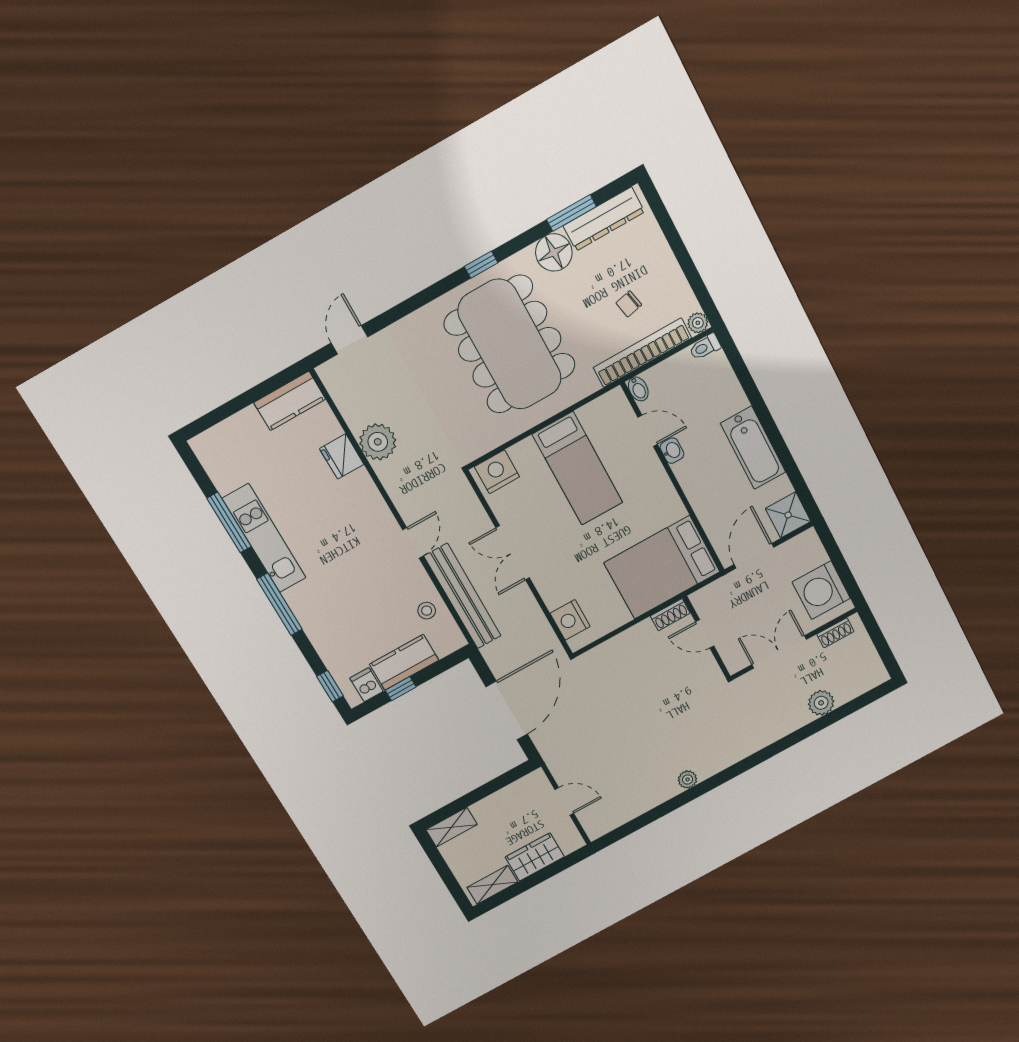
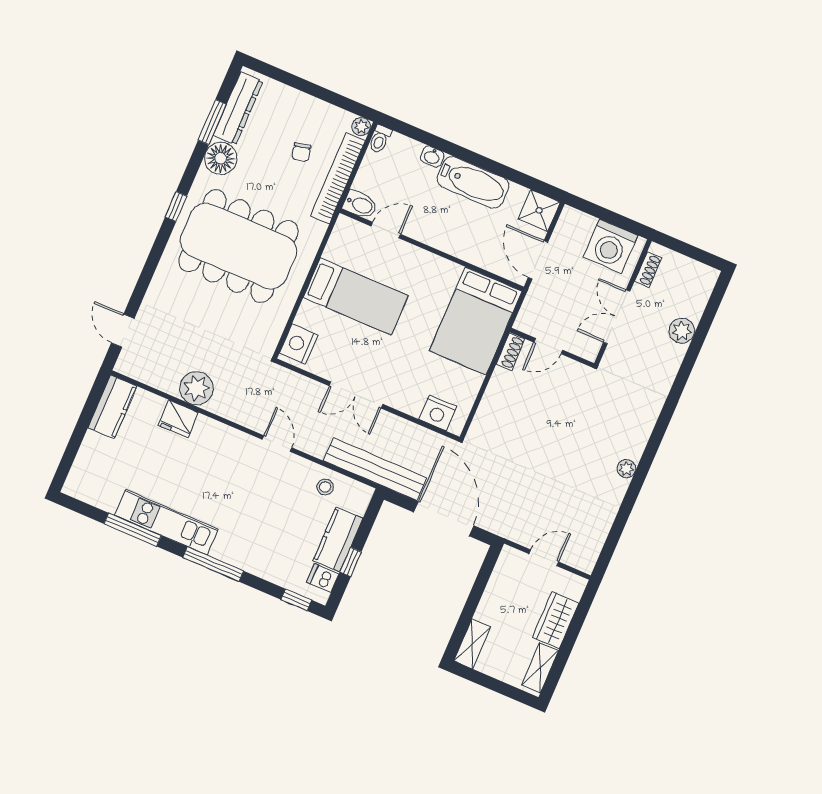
bidet: (638, 389) -> (360, 205), width x1.38, depth x1.36
washbasin: (672, 451) -> (432, 157), moved, turned 180
bench: (463, 596) -> (375, 469), moved

